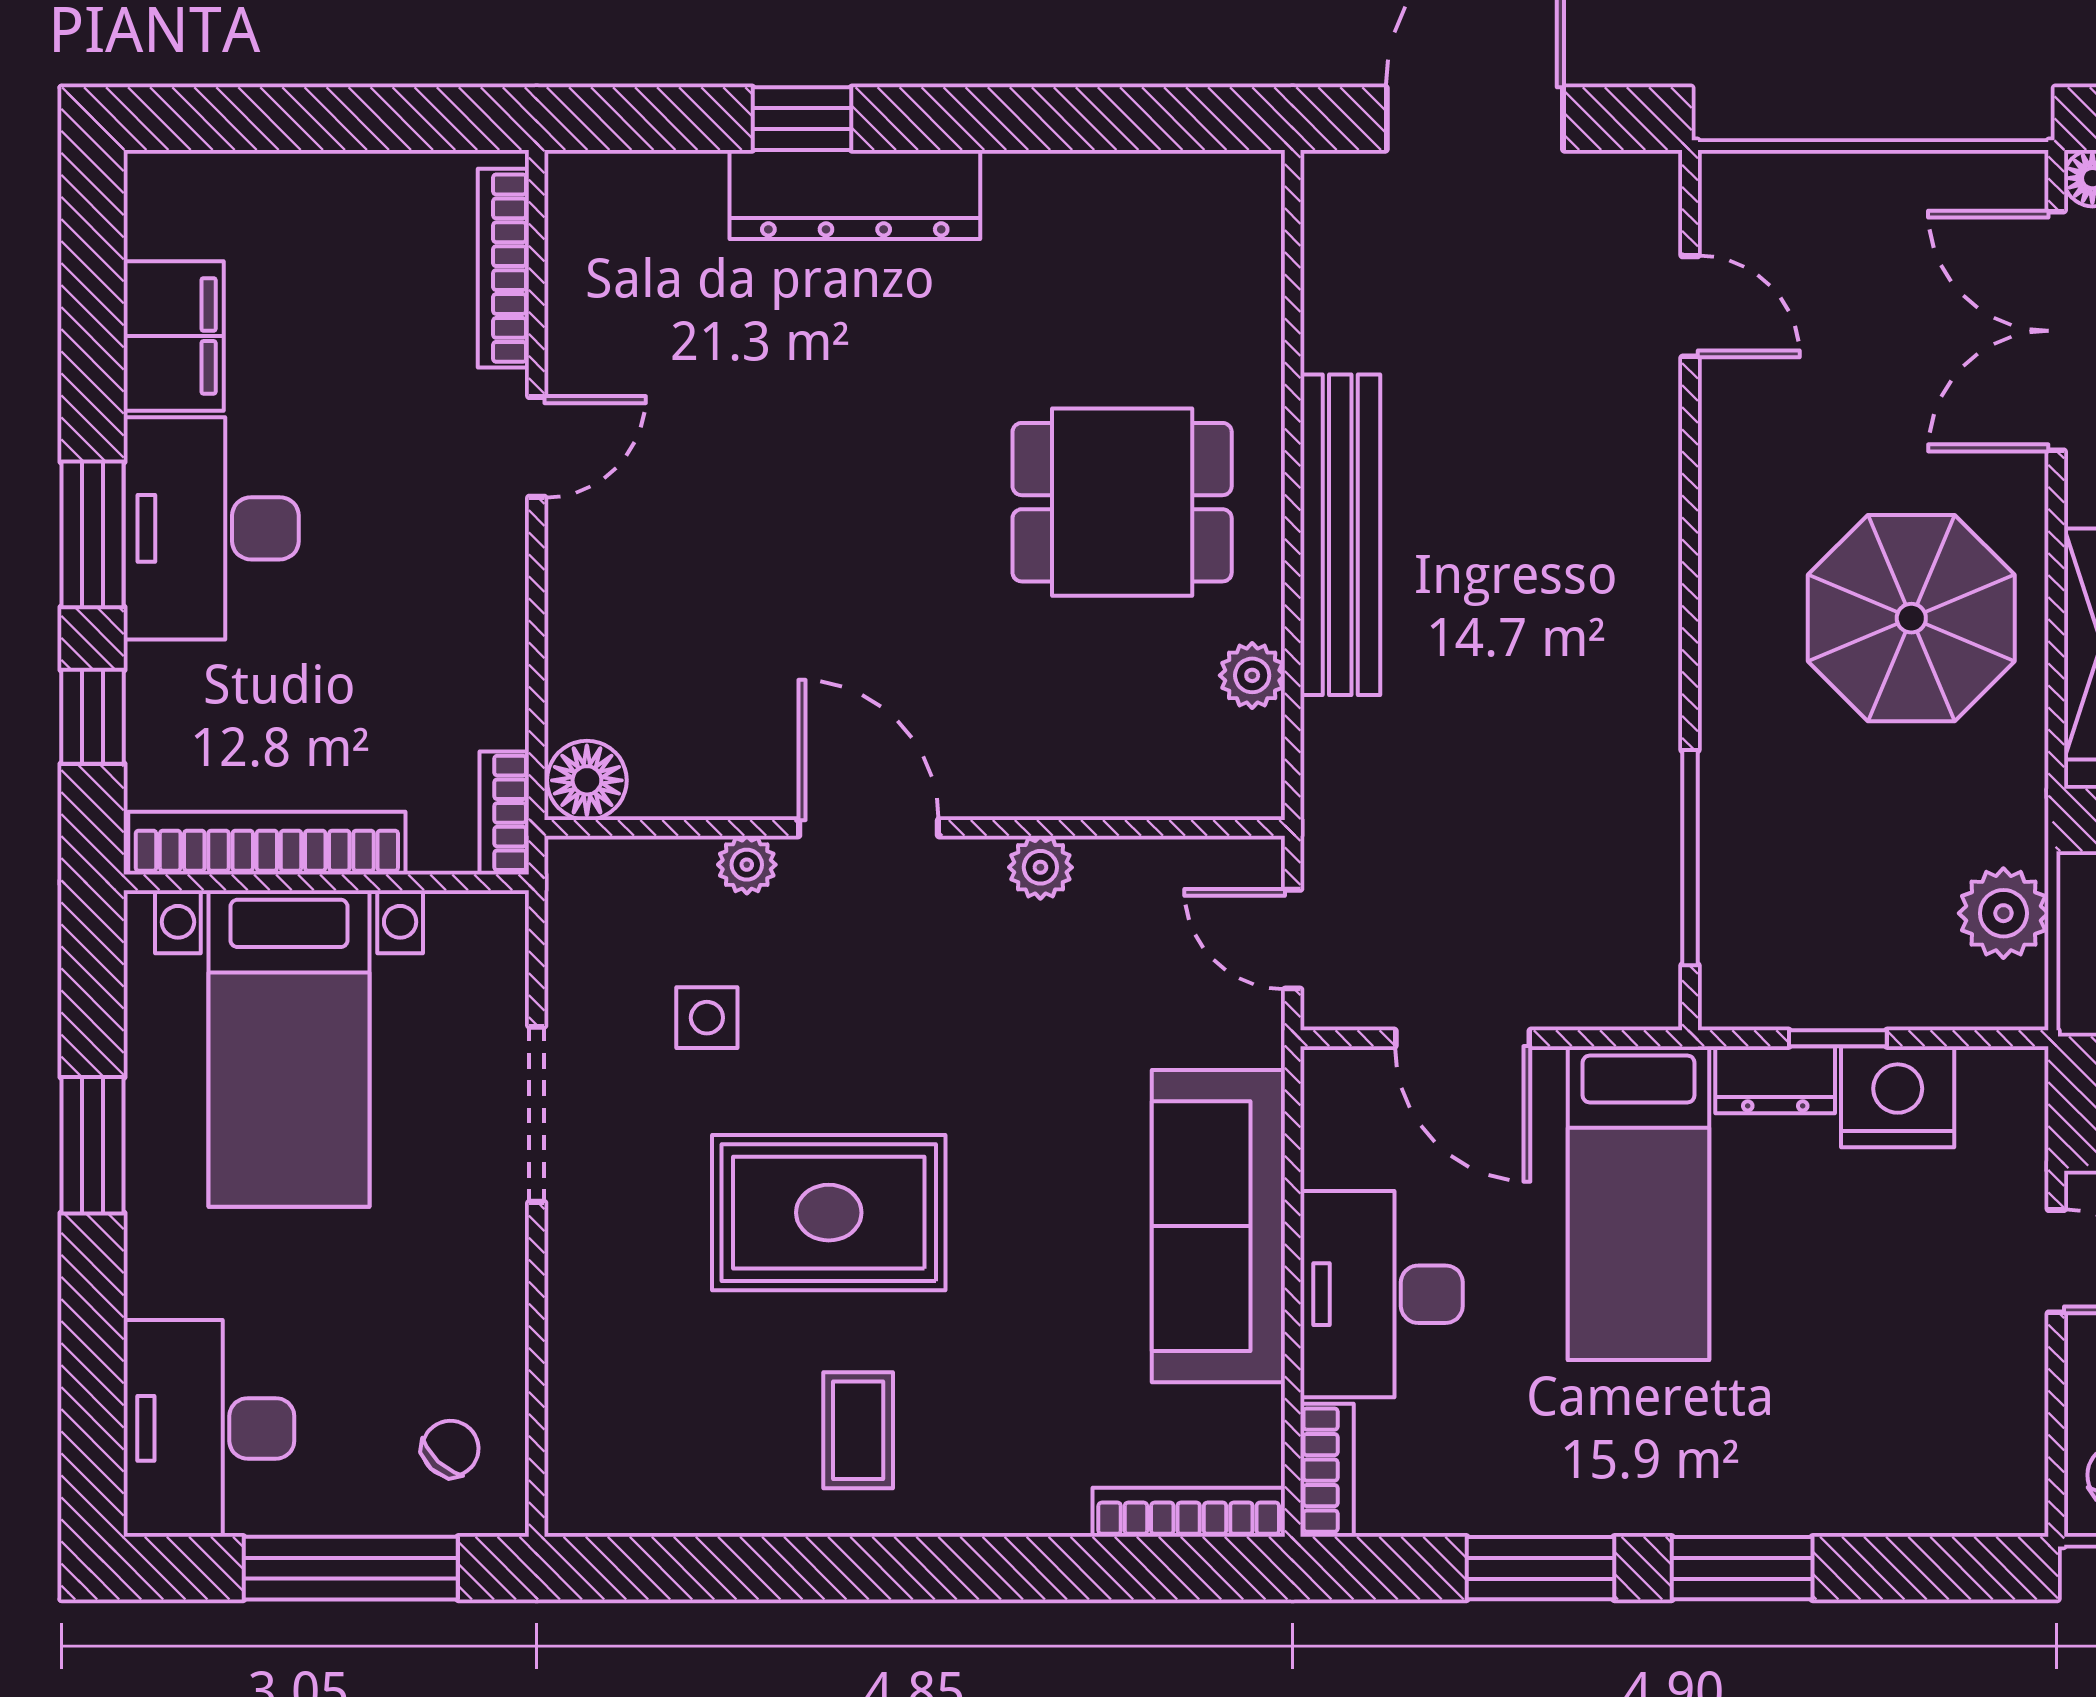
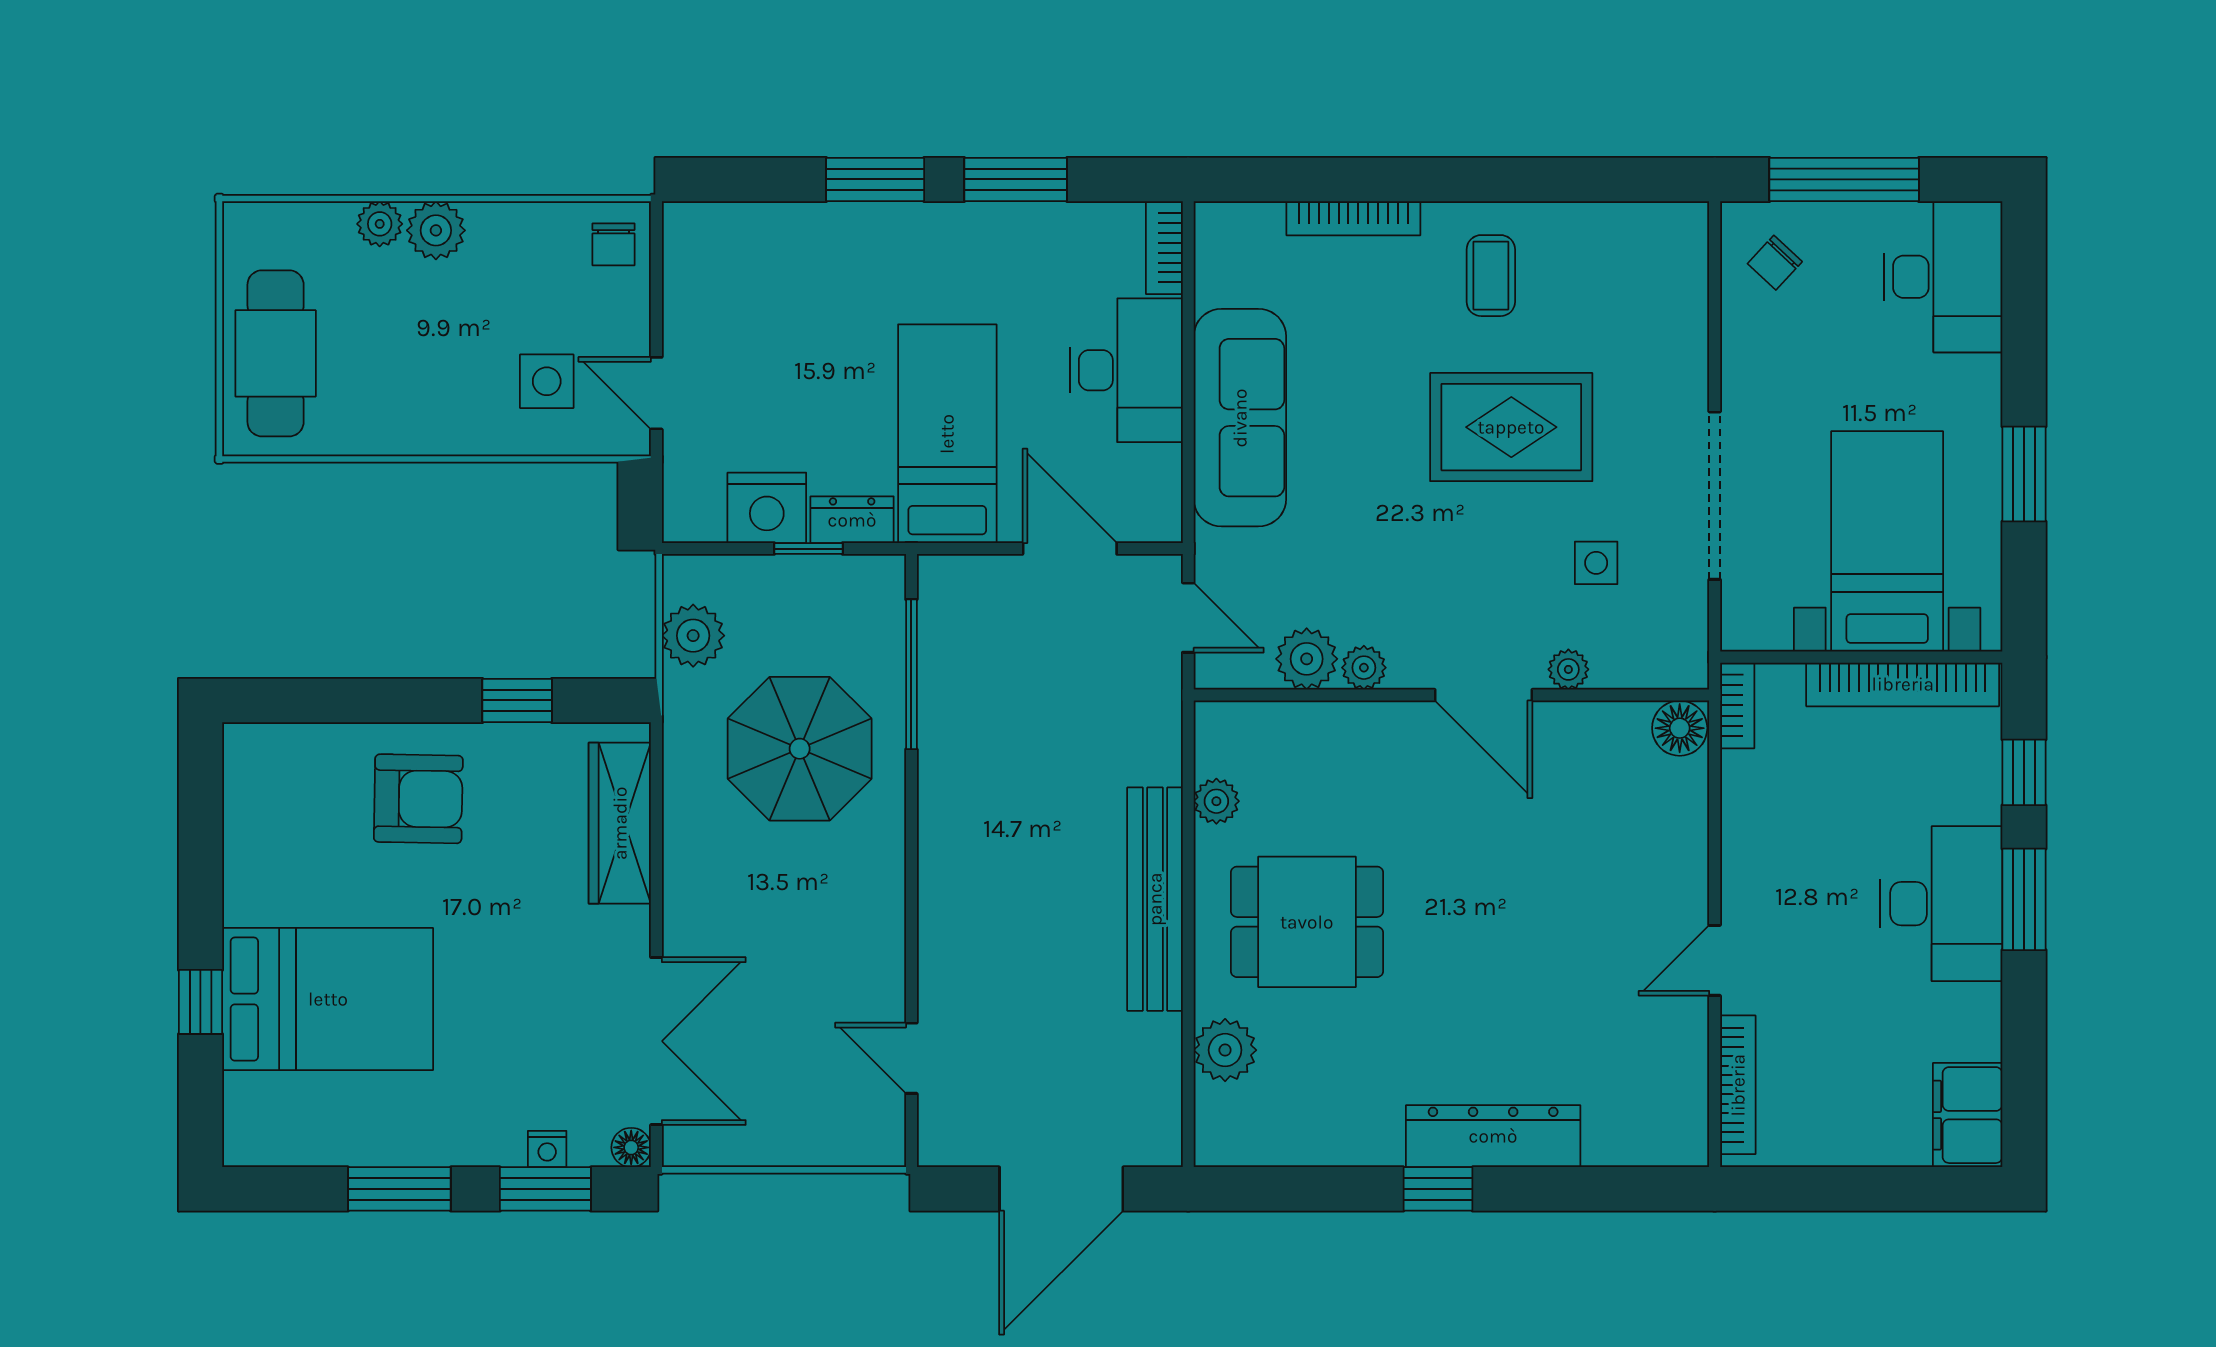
window: (802, 119) -> (1438, 1189), moved
plant: (1240, 318) -> (1225, 1050), added
filing cabinet: (174, 336) -> (1968, 1115), moved
parasol: (1911, 618) -> (800, 749), moved
plant: (1123, 880) -> (1307, 659), added
doorway: (537, 1114) -> (1715, 496), width x1.36
bookcase: (1189, 1512) -> (1353, 218), moved

